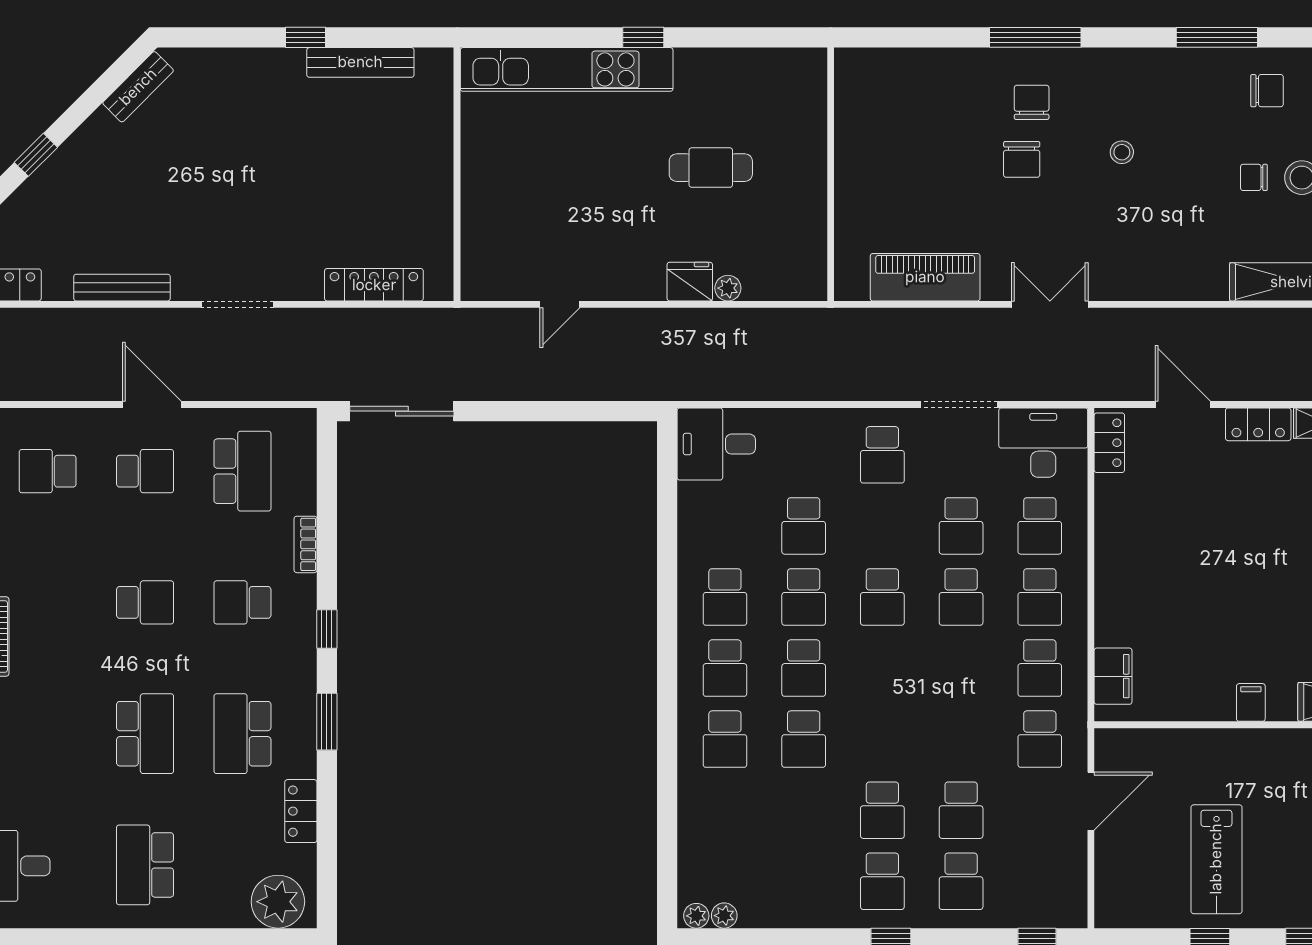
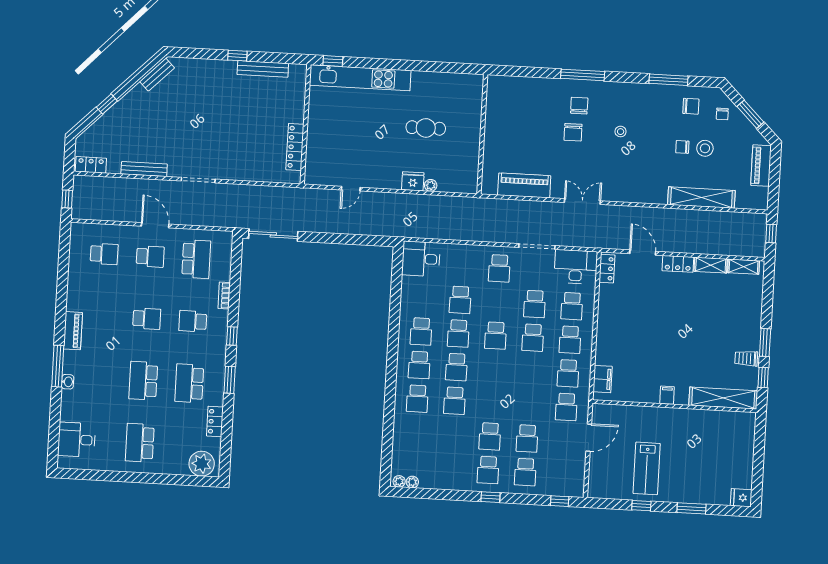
window: (643, 37) -> (333, 61), moved
locker: (374, 285) -> (295, 147), moved, turned -90
school desk: (48, 471) -> (104, 254), turned 180
school desk: (145, 734) -> (143, 381), turned 180

